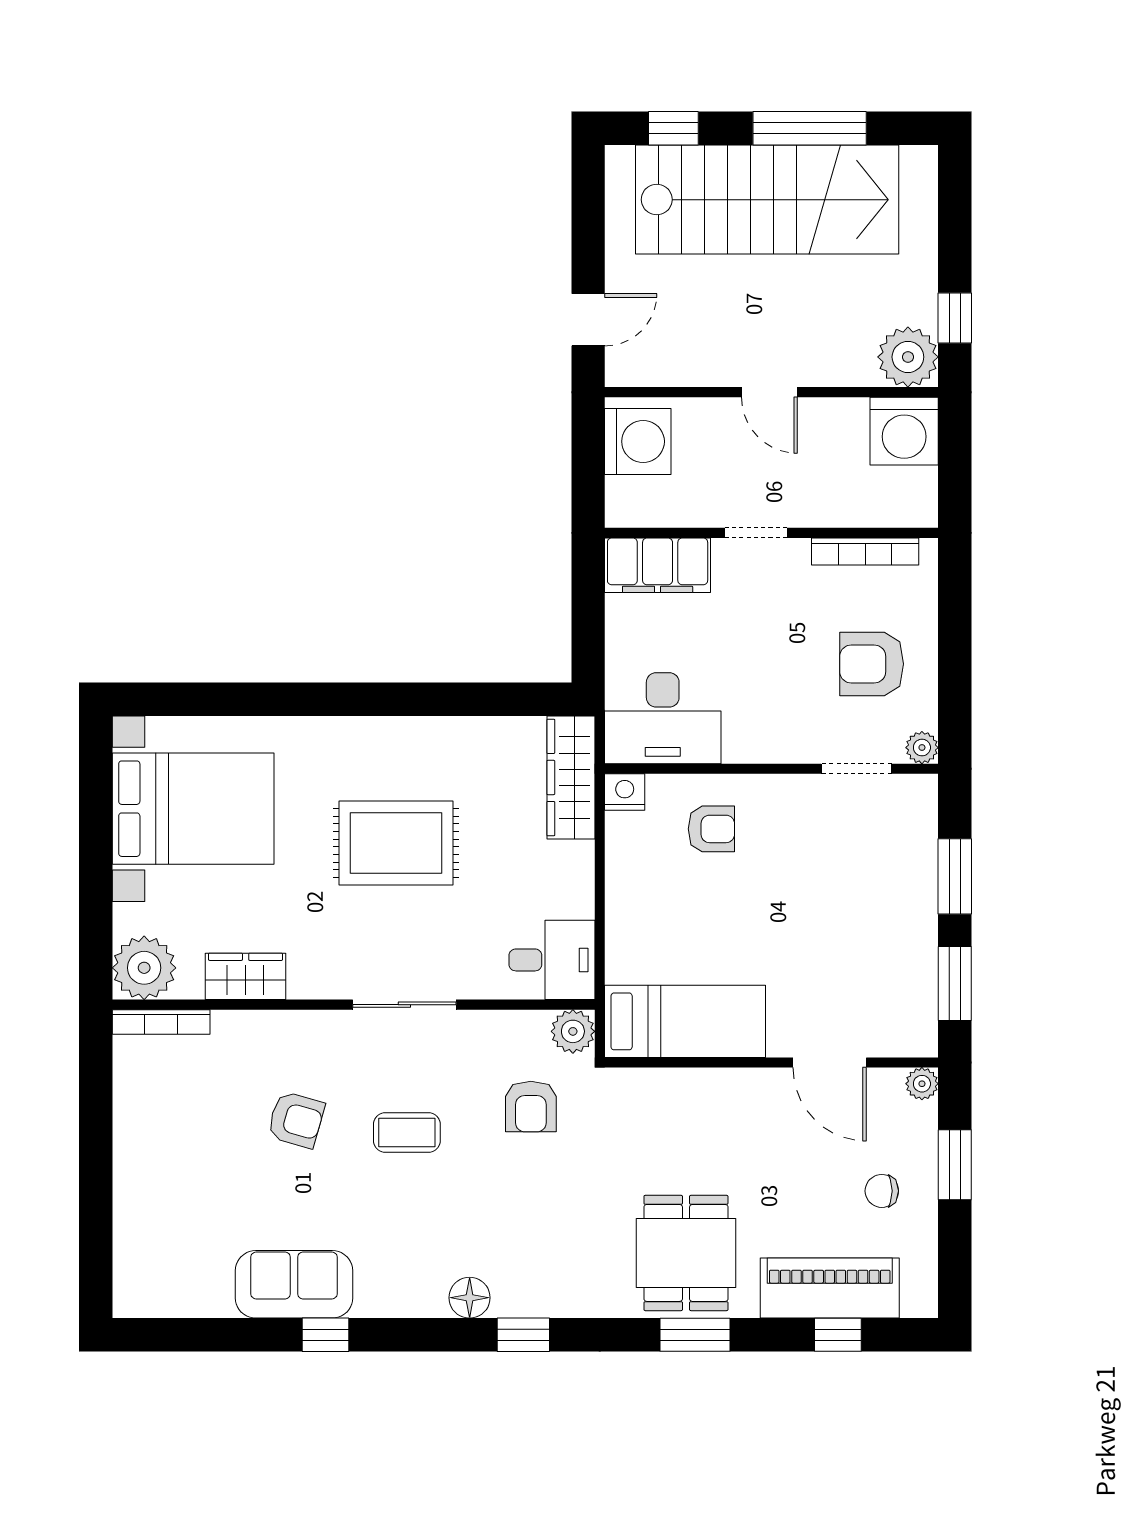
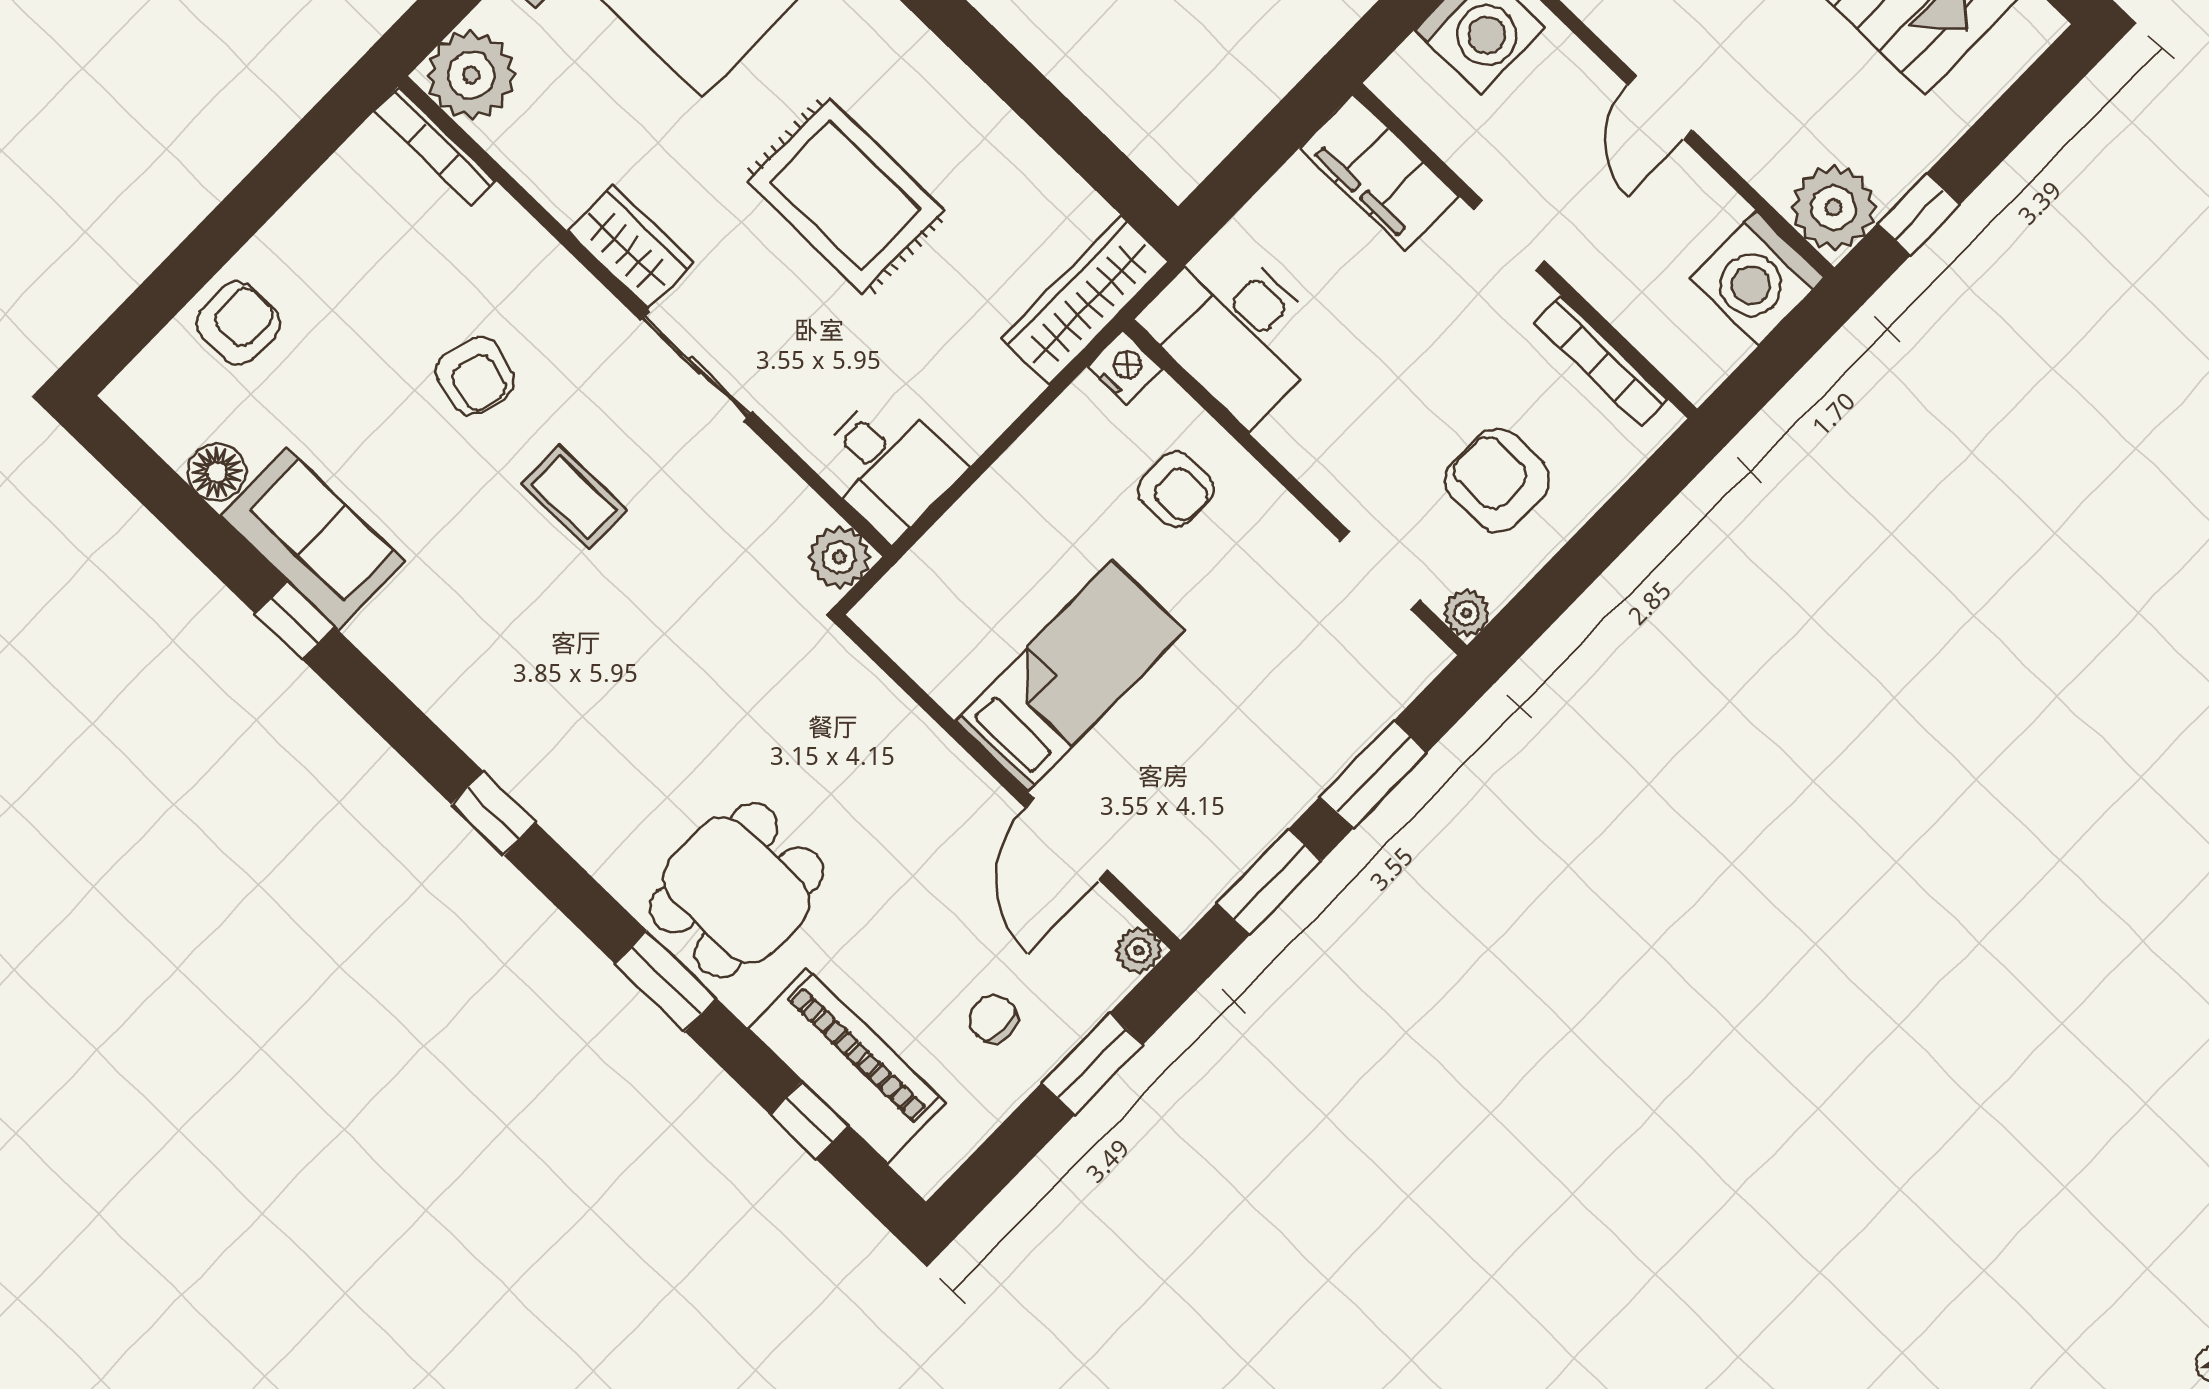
wardrobe: (246, 976) -> (630, 247), moved
bed: (685, 1021) -> (1070, 676), moved, turned -90
armchair: (531, 1107) -> (238, 323), moved, turned 180
floor lamp: (470, 1298) -> (217, 472), moved

